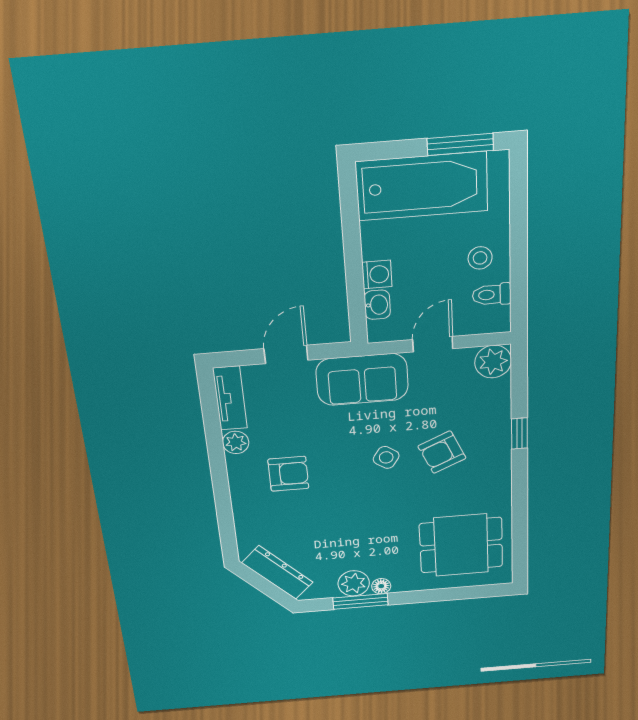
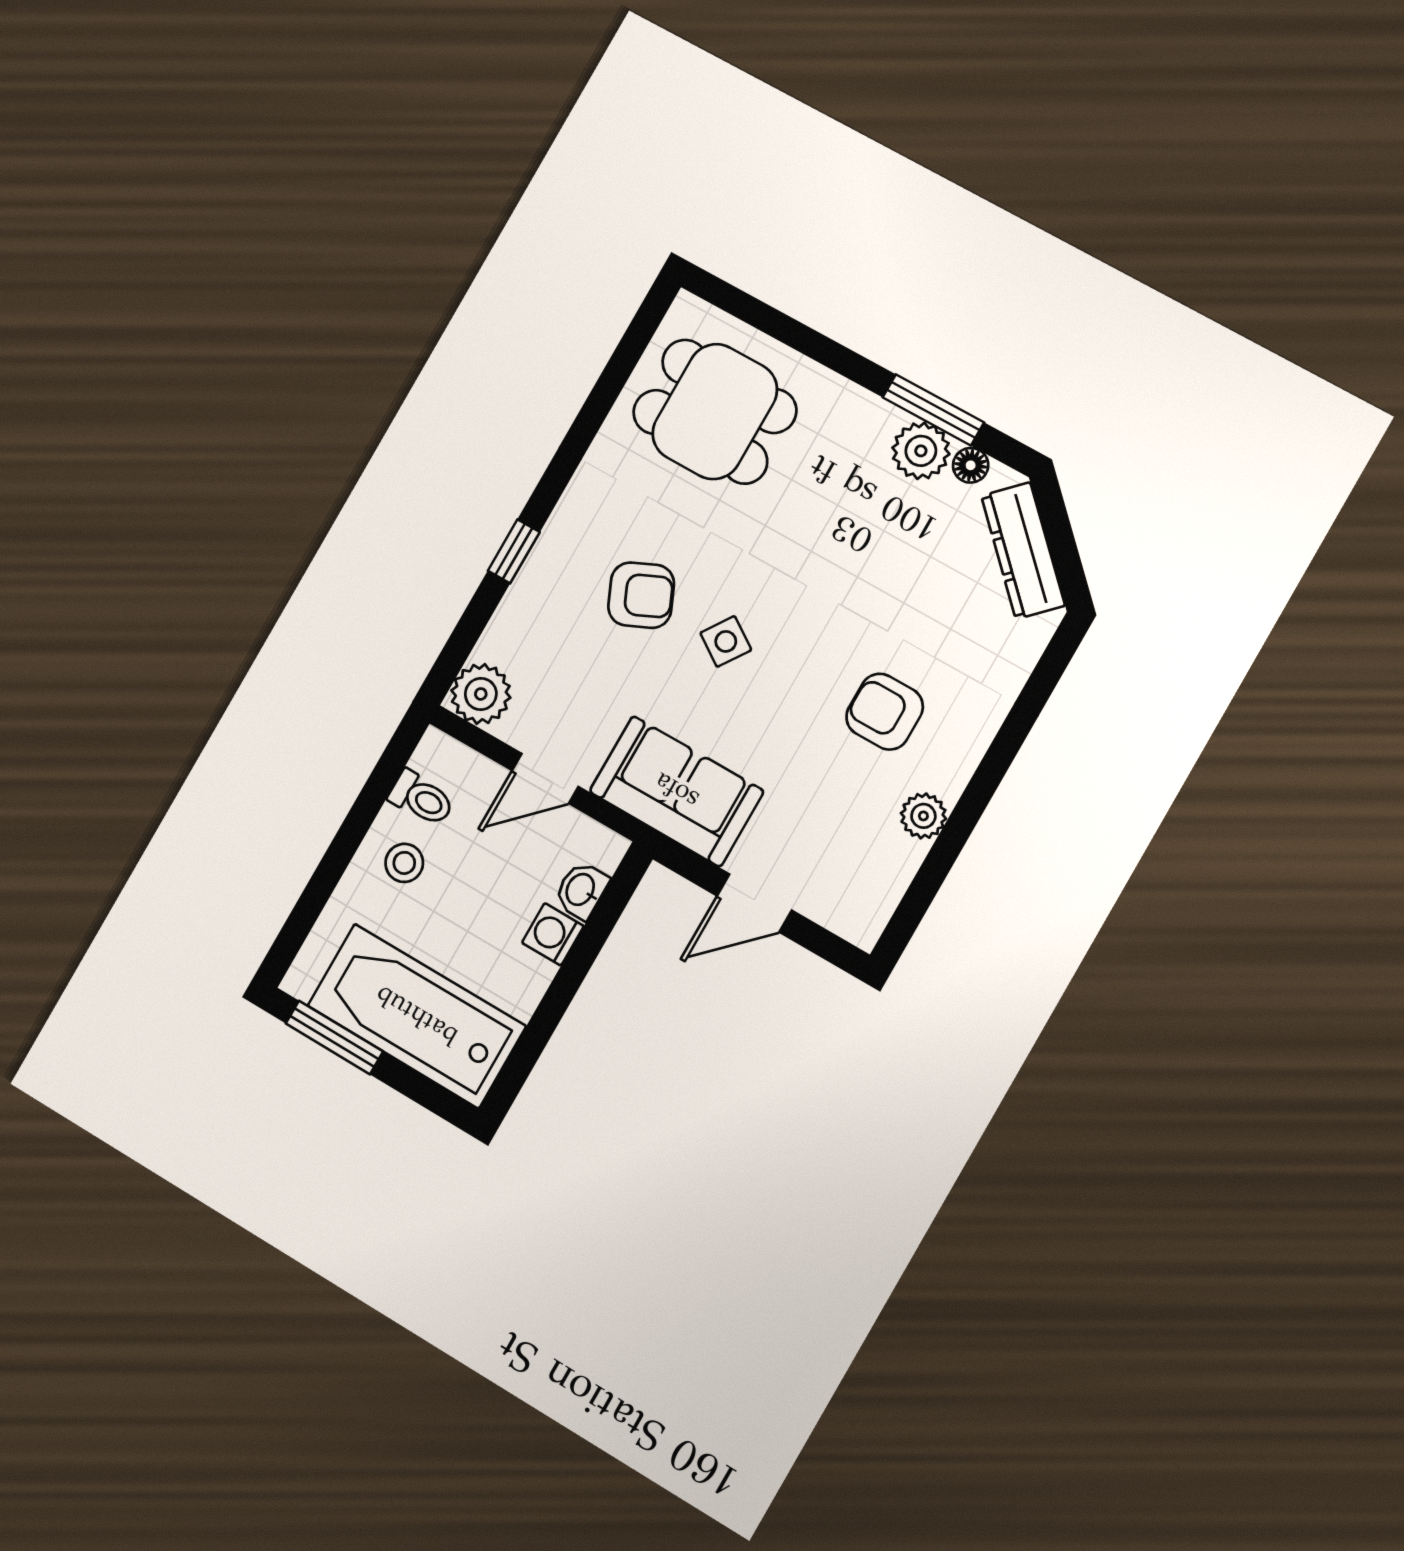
tv unit: (230, 398) -> (880, 891), removed
floor lamp: (381, 586) -> (971, 465), moved

